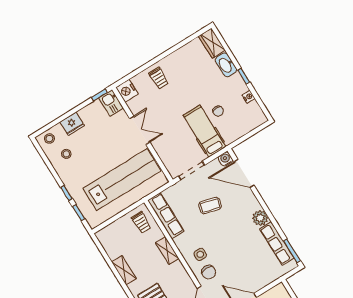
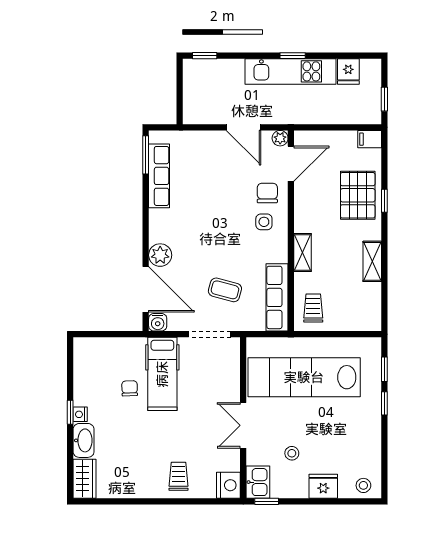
nightstand: (249, 97) -> (80, 414), moved
stool: (66, 154) -> (292, 453), moved
coffee table: (210, 205) -> (225, 290), moved
plant: (260, 218) -> (160, 255), moved

